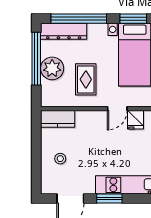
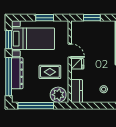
dresser: (64, 31) -> (17, 73), moved
plant: (52, 68) -> (58, 95), moved
fridge: (136, 120) -> (77, 64), moved

